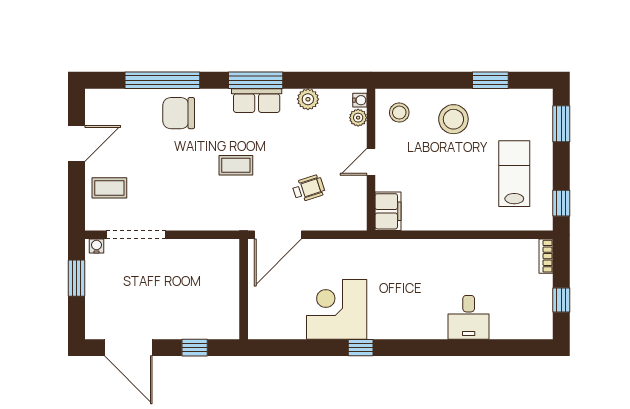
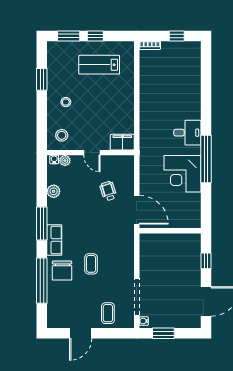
row of seats: (257, 101) -> (54, 240), moved
stool: (453, 119) -> (66, 102), width x0.53, depth x0.53
door: (76, 143) -> (81, 333), swing flipped
coffee table: (236, 165) -> (91, 264), moved
window: (561, 203) -> (95, 36), moved
desk: (469, 317) -> (187, 133), moved
window: (361, 348) -> (206, 159), width x3.17

